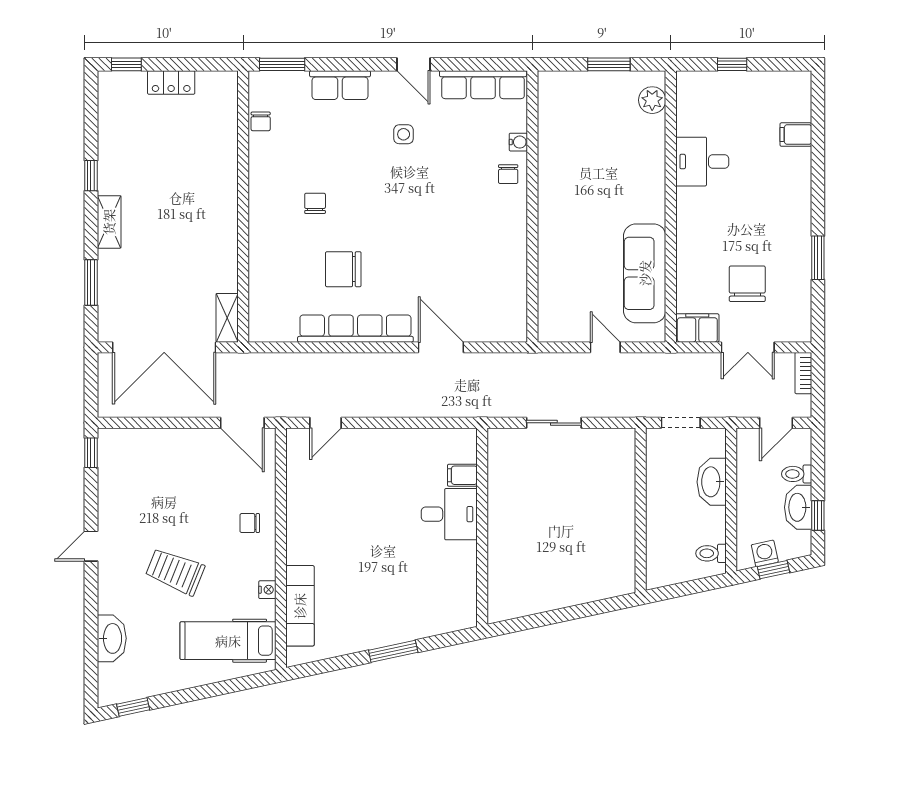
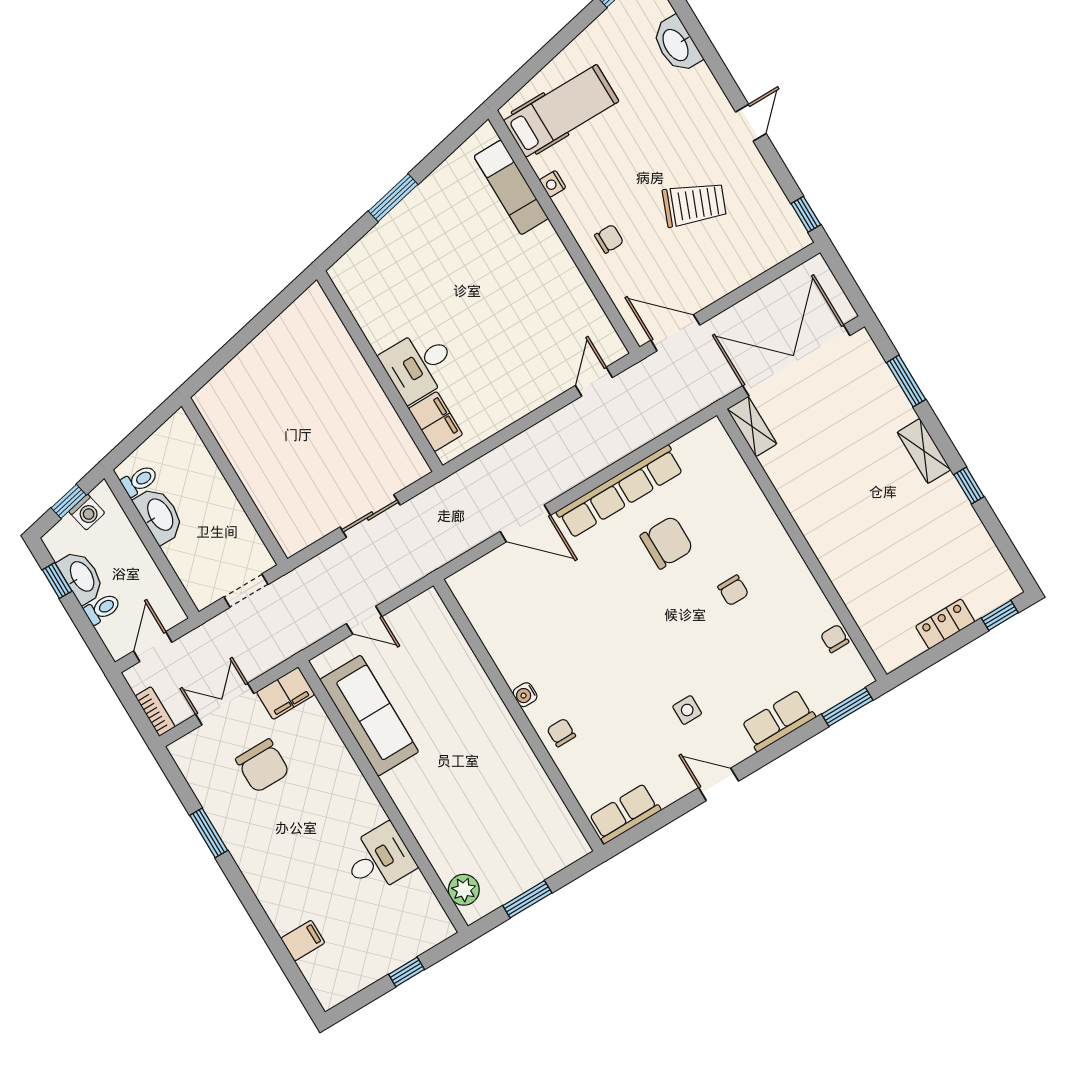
row of seats: (483, 85) -> (625, 814), width x0.68
water cooler: (518, 142) -> (525, 695), moved
filing cabinet: (462, 475) -> (436, 422), width x2.00
washbasin: (712, 482) -> (159, 515), moved
trolley: (175, 572) -> (694, 204), moved

